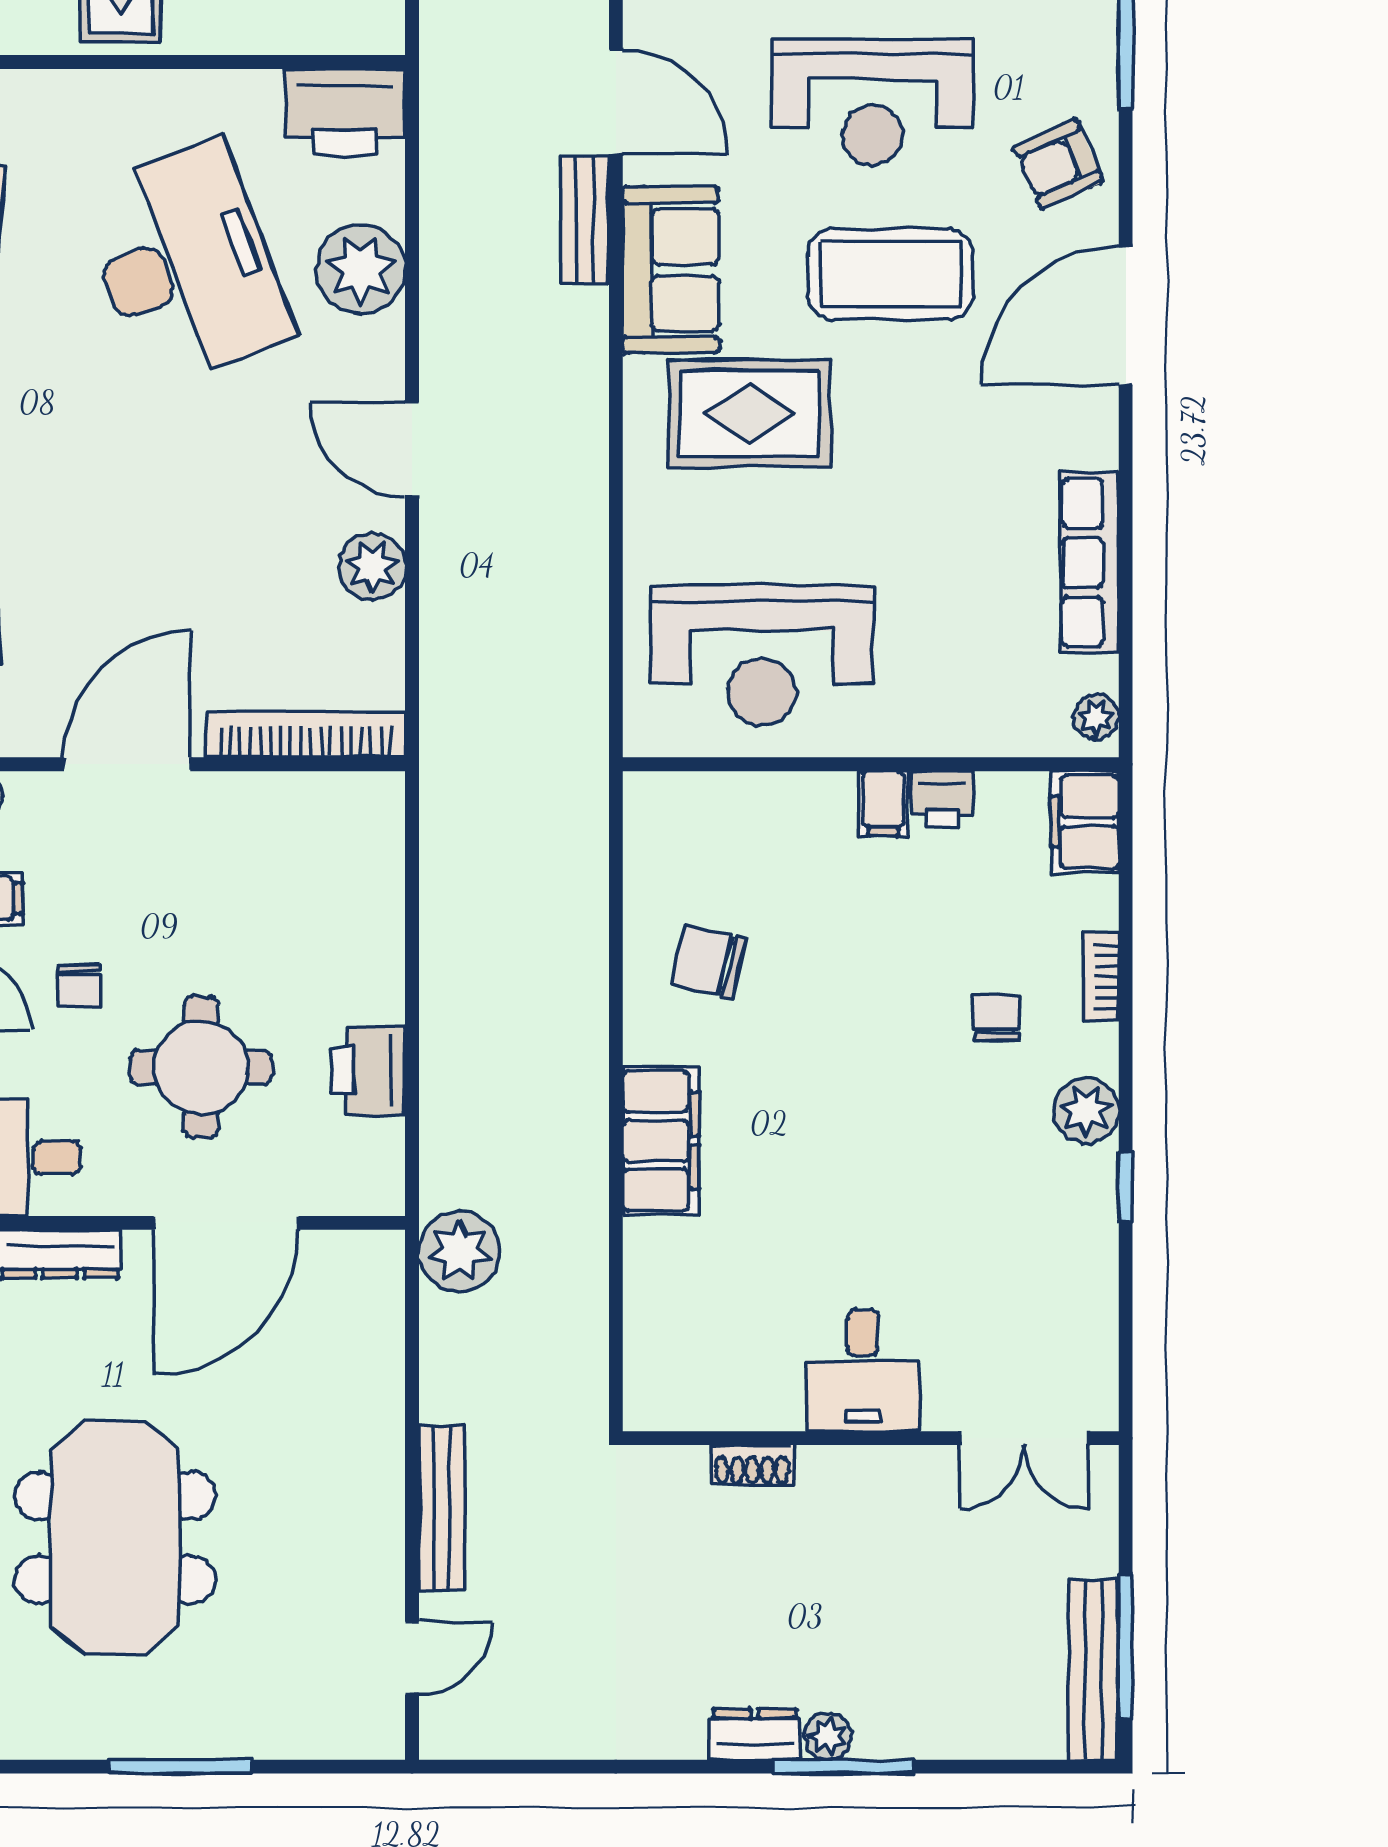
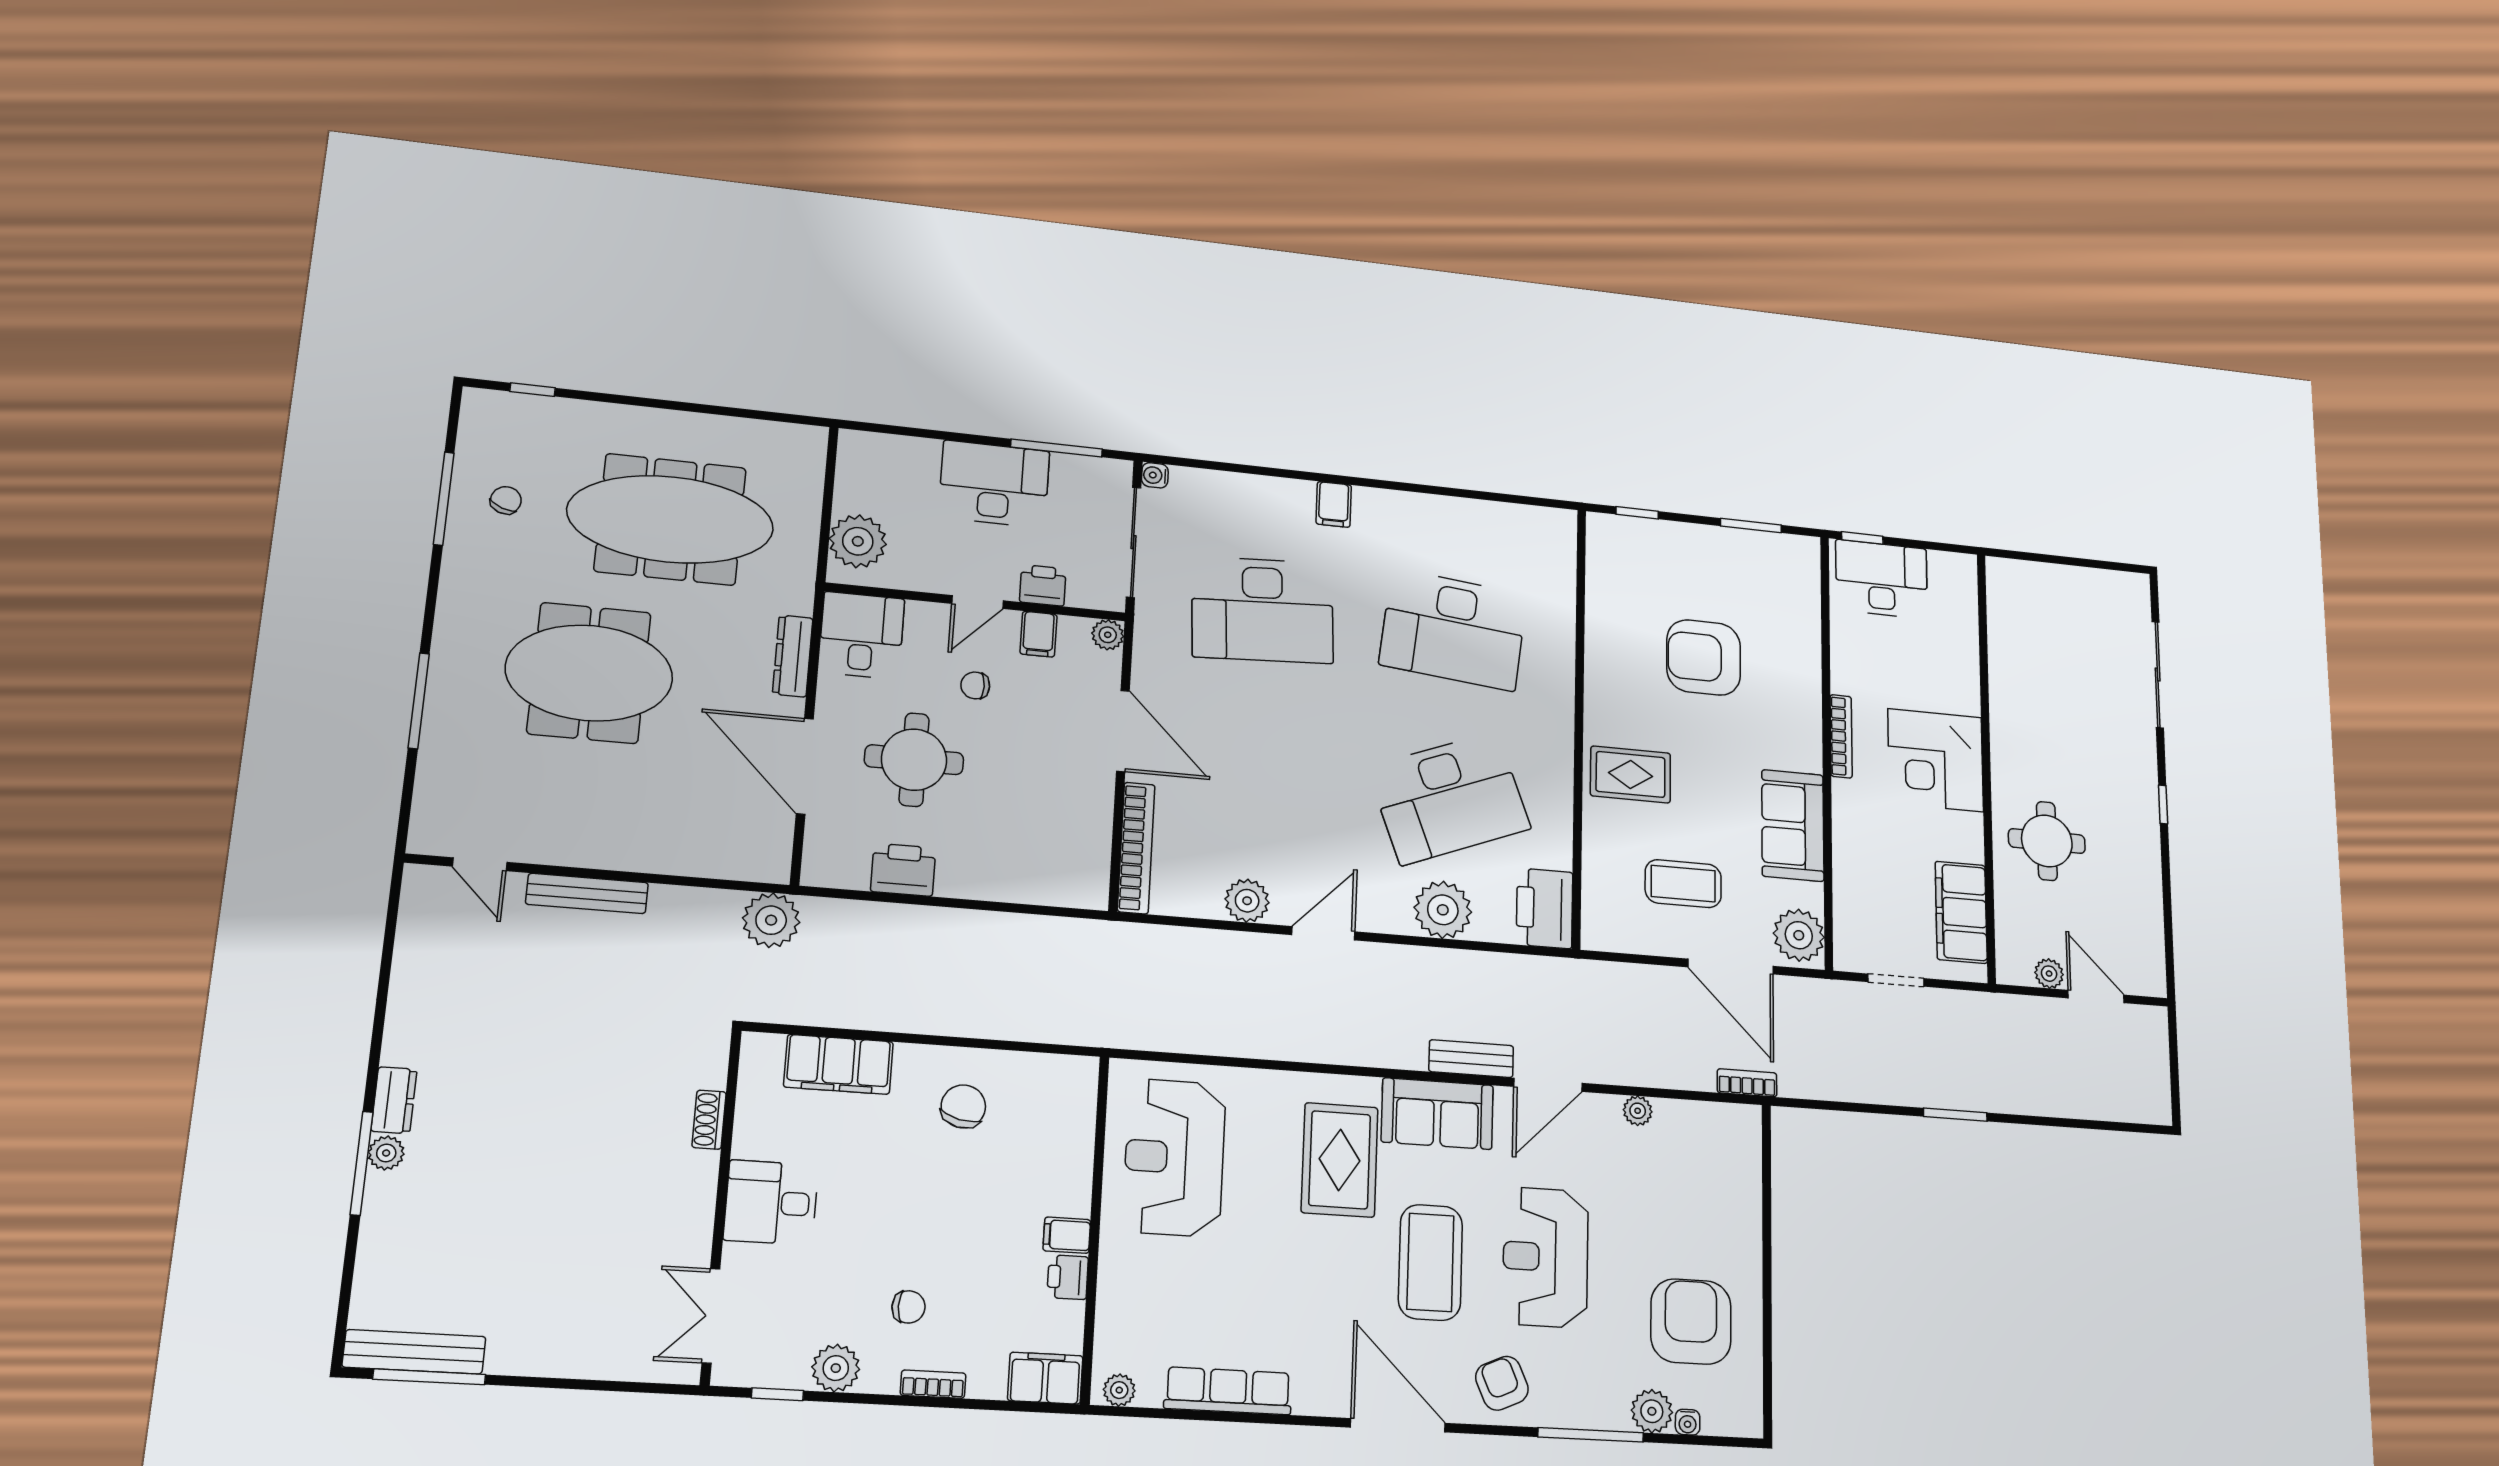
desk: (863, 1370) -> (771, 1202), moved
wall: (871, 1438) -> (721, 1205), moved
double door: (1024, 1438) -> (711, 1316), moved
shoe rack: (752, 1465) -> (709, 1120), moved

